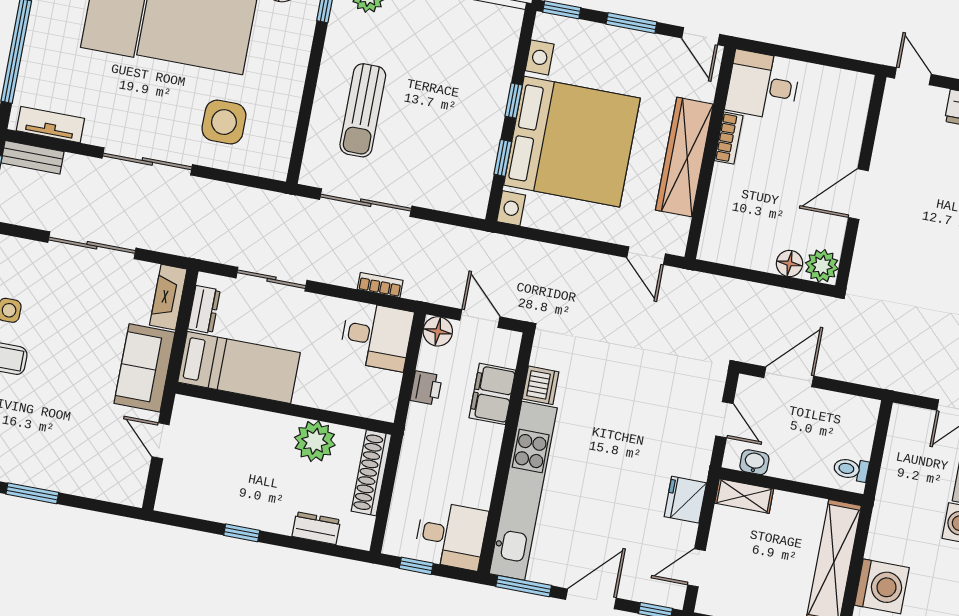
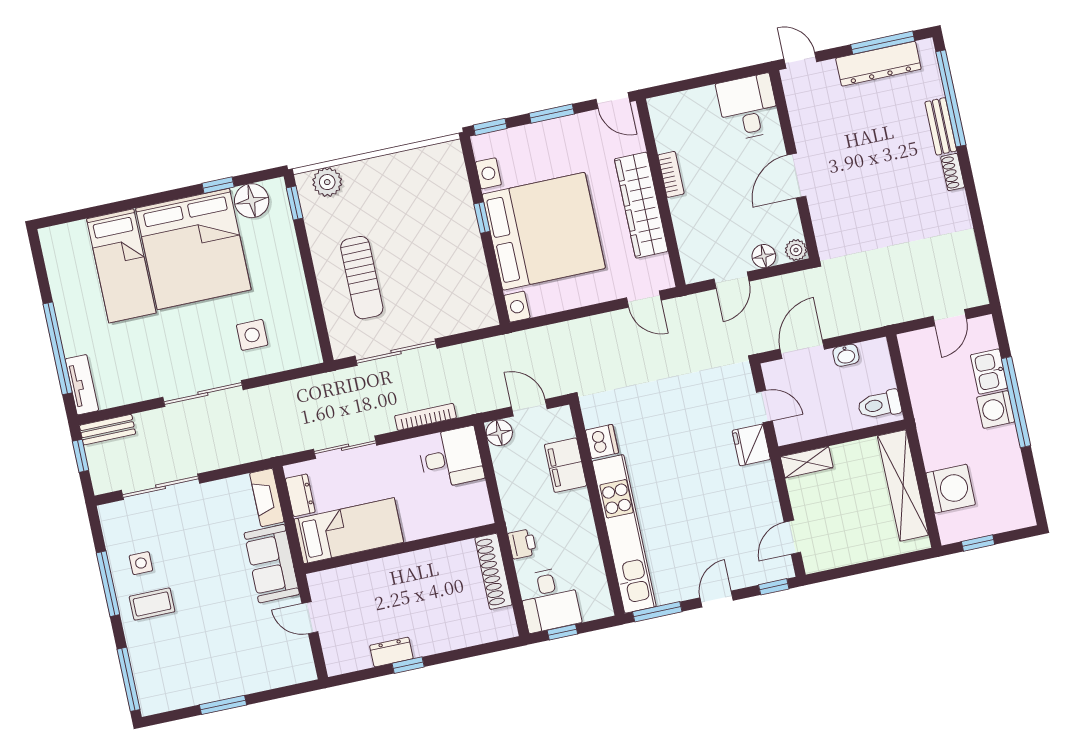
desk: (763, 85) -> (748, 107), moved, turned 90
side table: (224, 122) -> (252, 335), width x0.73, depth x0.73
tv unit: (50, 125) -> (82, 385), moved, turned 90
window: (503, 158) -> (493, 268), removed
sliding door: (92, 245) -> (161, 487), moved
plant: (822, 266) -> (796, 250), width x0.73, depth x0.73
door: (745, 274) -> (732, 280), added
bookcase: (380, 285) -> (425, 417), width x1.56
printer: (426, 388) -> (522, 544), moved
plant: (315, 441) -> (436, 565), removed
washbasin: (754, 462) -> (846, 355), moved, turned 180
toilet: (851, 469) -> (879, 405), width x1.37, depth x1.39
fridge: (685, 500) -> (751, 445), moved
dresser: (316, 528) -> (391, 652), moved
desk: (451, 535) -> (550, 600), moved, turned 90
door: (591, 599) -> (717, 599), width x0.73

